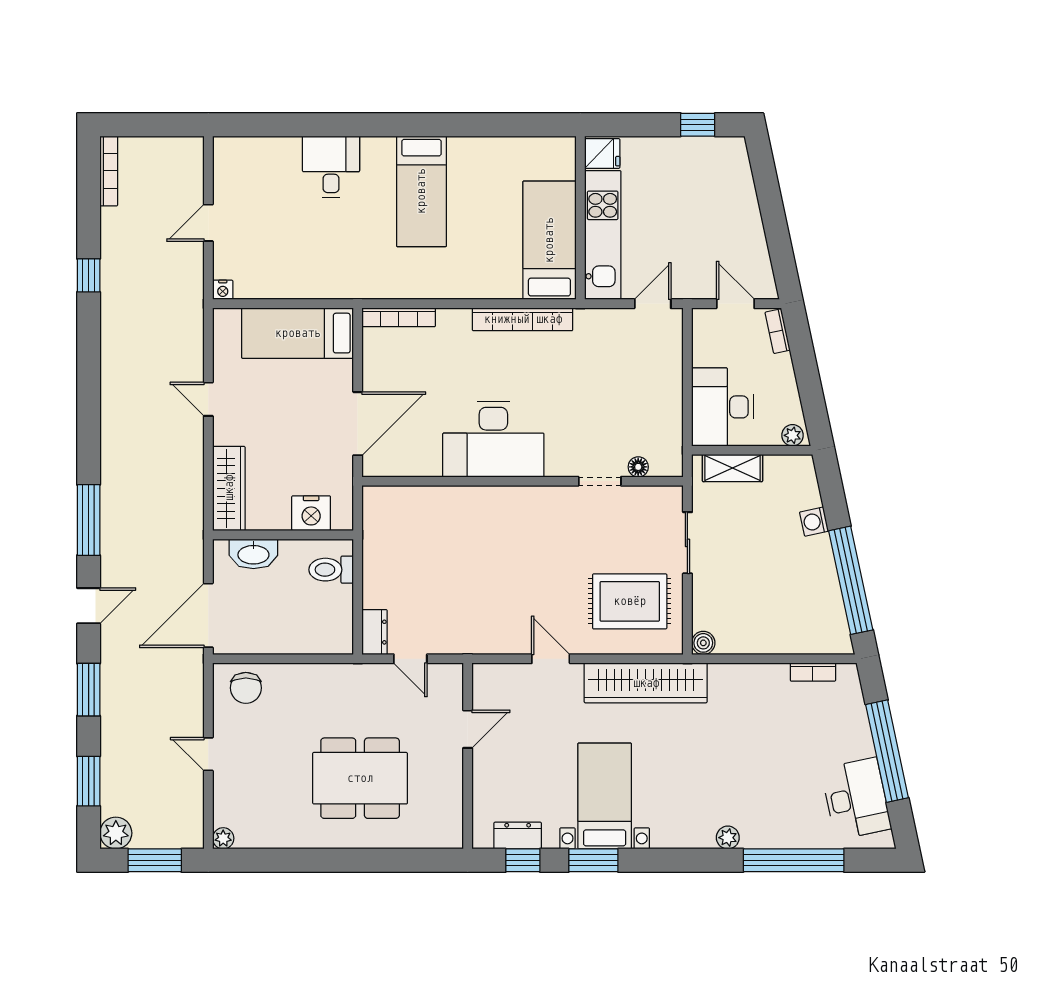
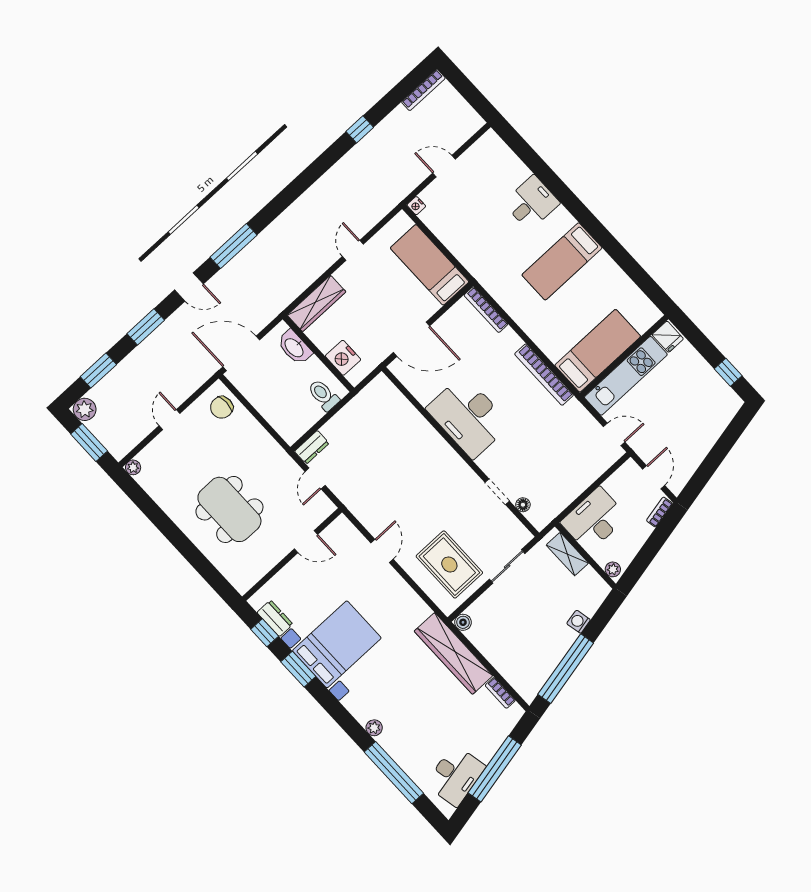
wardrobe: (646, 683) -> (453, 653), moved
bed with nightstands: (605, 796) -> (337, 644), width x1.36

